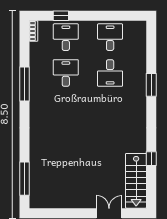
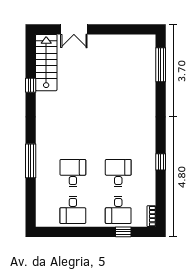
desk: (66, 73) -> (118, 173), turned 180
window: (25, 84) -> (161, 162), width x0.46
window: (151, 85) -> (31, 161), width x1.44

